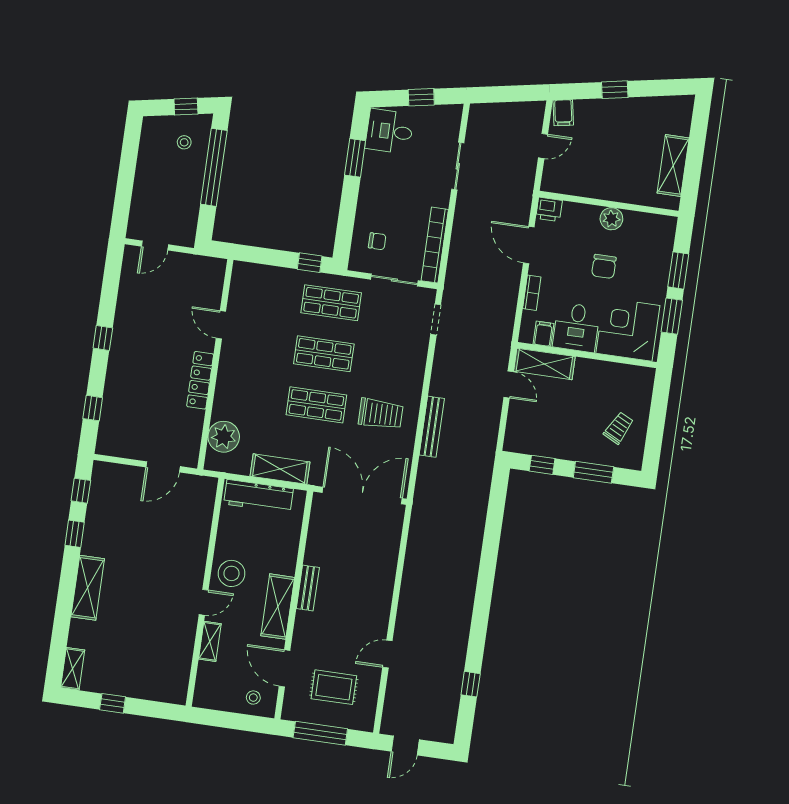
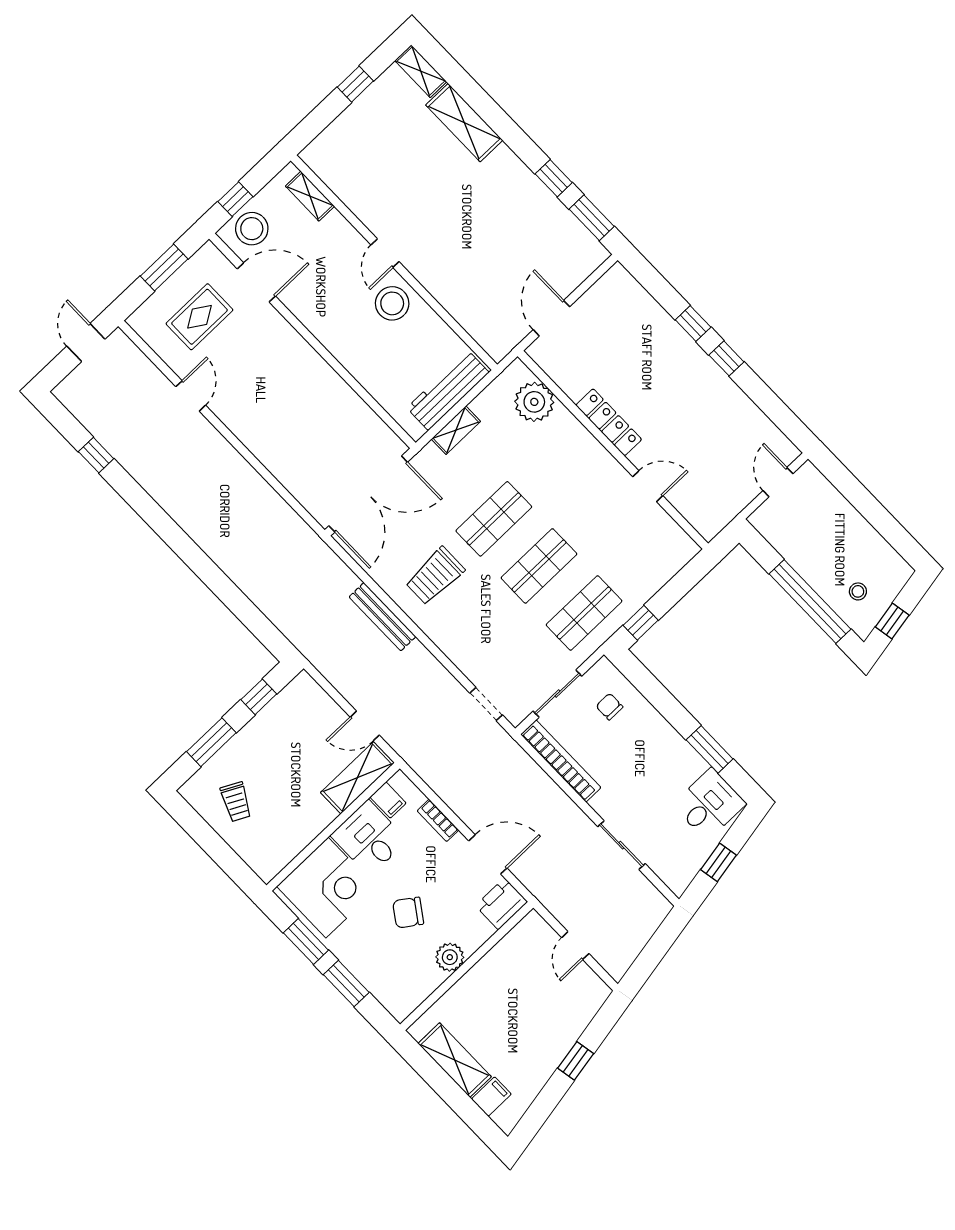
filing cabinet: (563, 113) -> (491, 1097), moved, turned 100
printer: (549, 209) -> (501, 904), width x1.36, depth x1.24
chair: (377, 241) -> (609, 707), turned 90
chair: (604, 266) -> (408, 913), turned -55
window: (93, 408) -> (693, 324), moved
shelving: (280, 469) -> (456, 430), width x0.67, depth x0.75
window: (81, 491) -> (592, 218), width x1.50
shelving: (88, 588) -> (464, 123), moved
bench: (308, 588) -> (318, 368), removed
shelving: (278, 607) -> (323, 324), removed
shelving: (210, 641) -> (310, 196), moved
stool: (253, 698) -> (252, 229), width x1.89, depth x1.89
window: (243, 722) -> (235, 199), added
window: (320, 733) -> (164, 268), width x0.69

